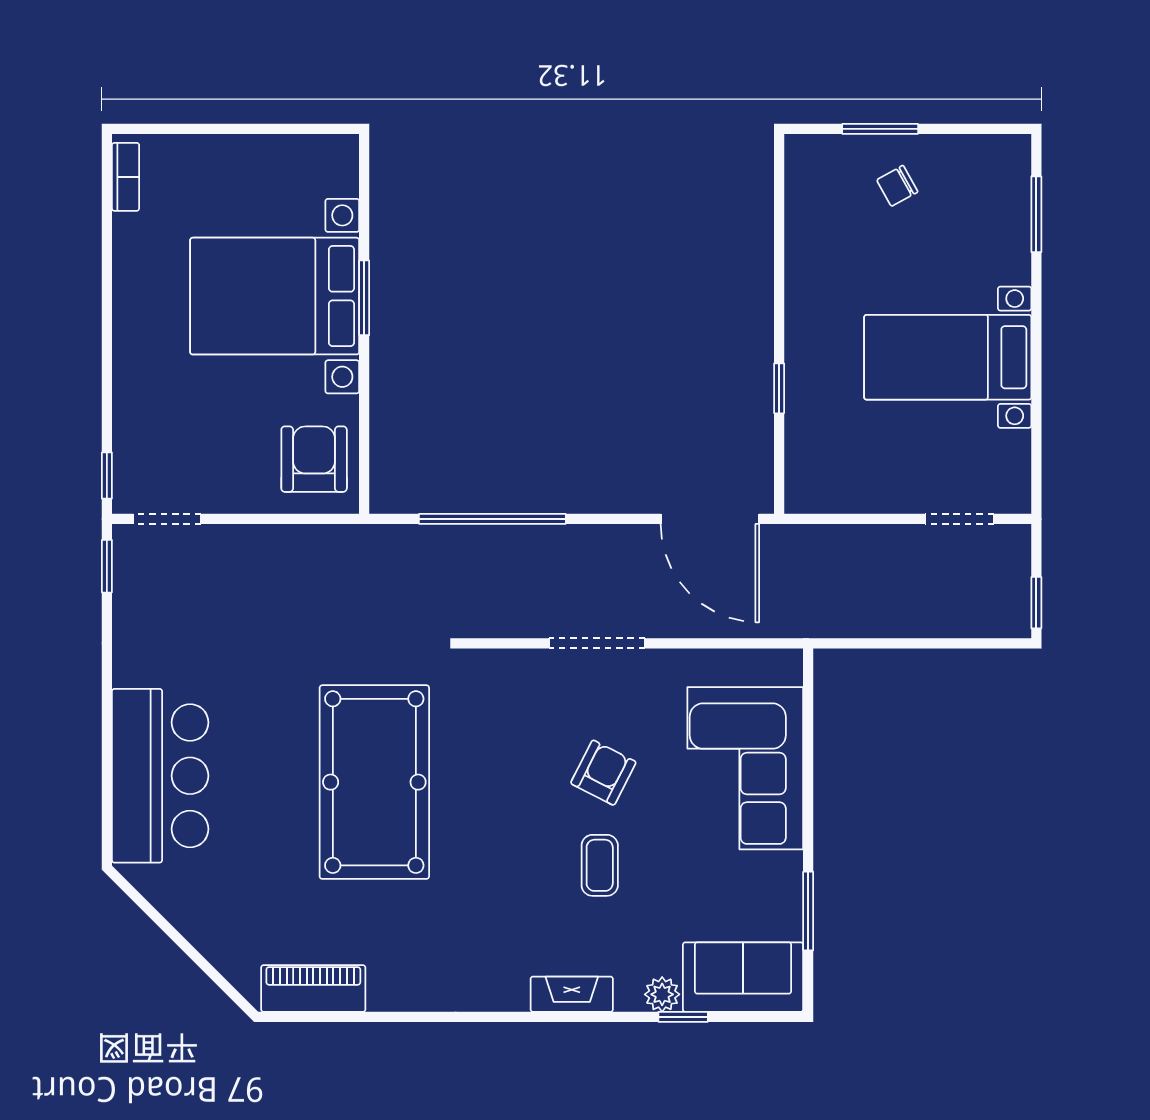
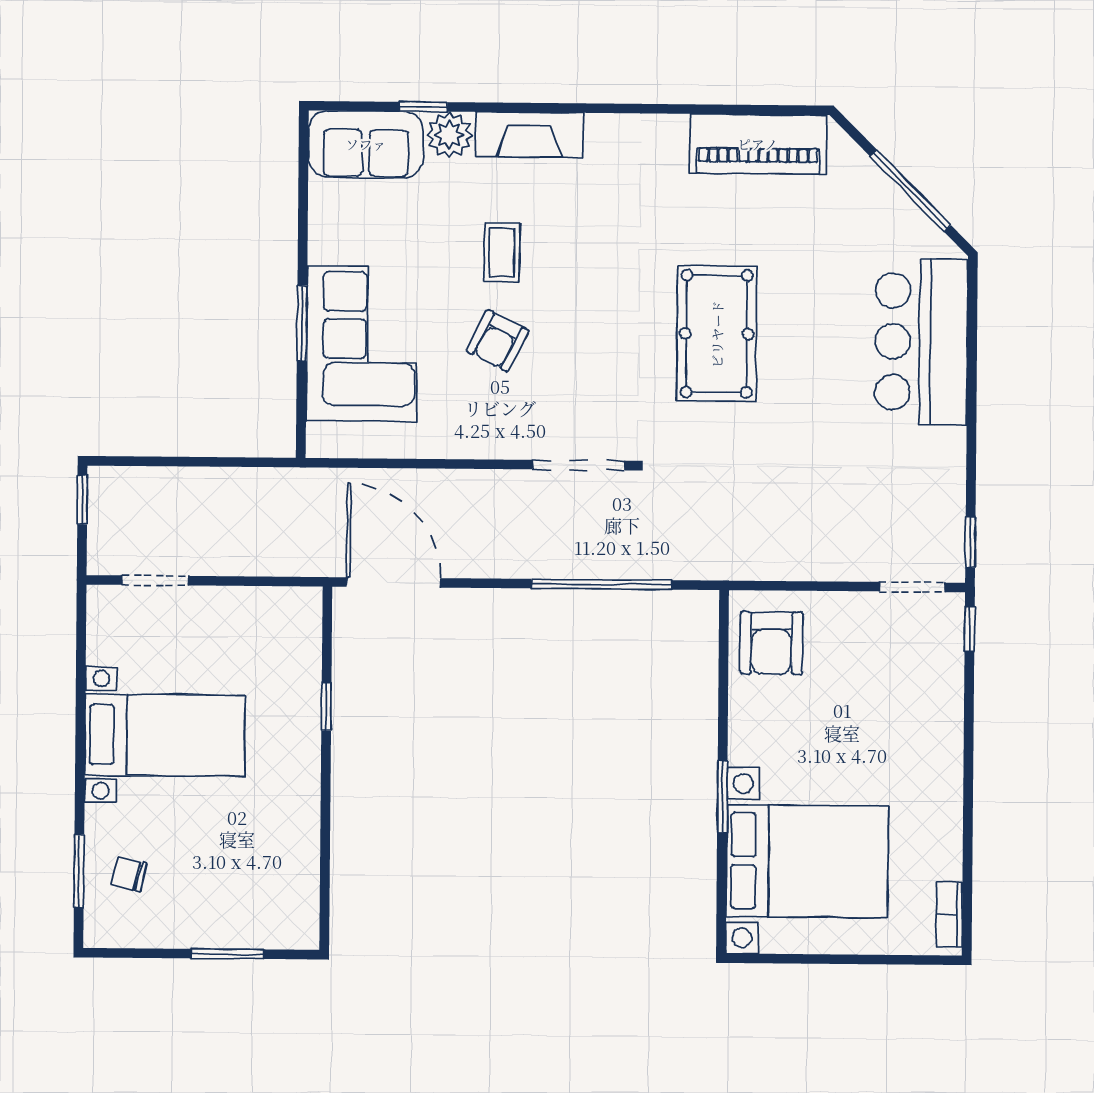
chair: (897, 186) -> (130, 874), moved, turned -137
bed with nightstands: (275, 296) -> (807, 861), moved
doorway: (597, 643) -> (578, 465), moved
pool table: (374, 782) -> (717, 334), width x0.73, depth x0.76
window: (808, 911) -> (302, 323), moved
window: (173, 933) -> (910, 191), added
piano: (313, 989) -> (758, 144), width x1.37, depth x1.33
fireplace: (572, 994) -> (530, 135), width x1.37, depth x1.32
plant: (662, 994) -> (450, 135), width x1.38, depth x1.38

